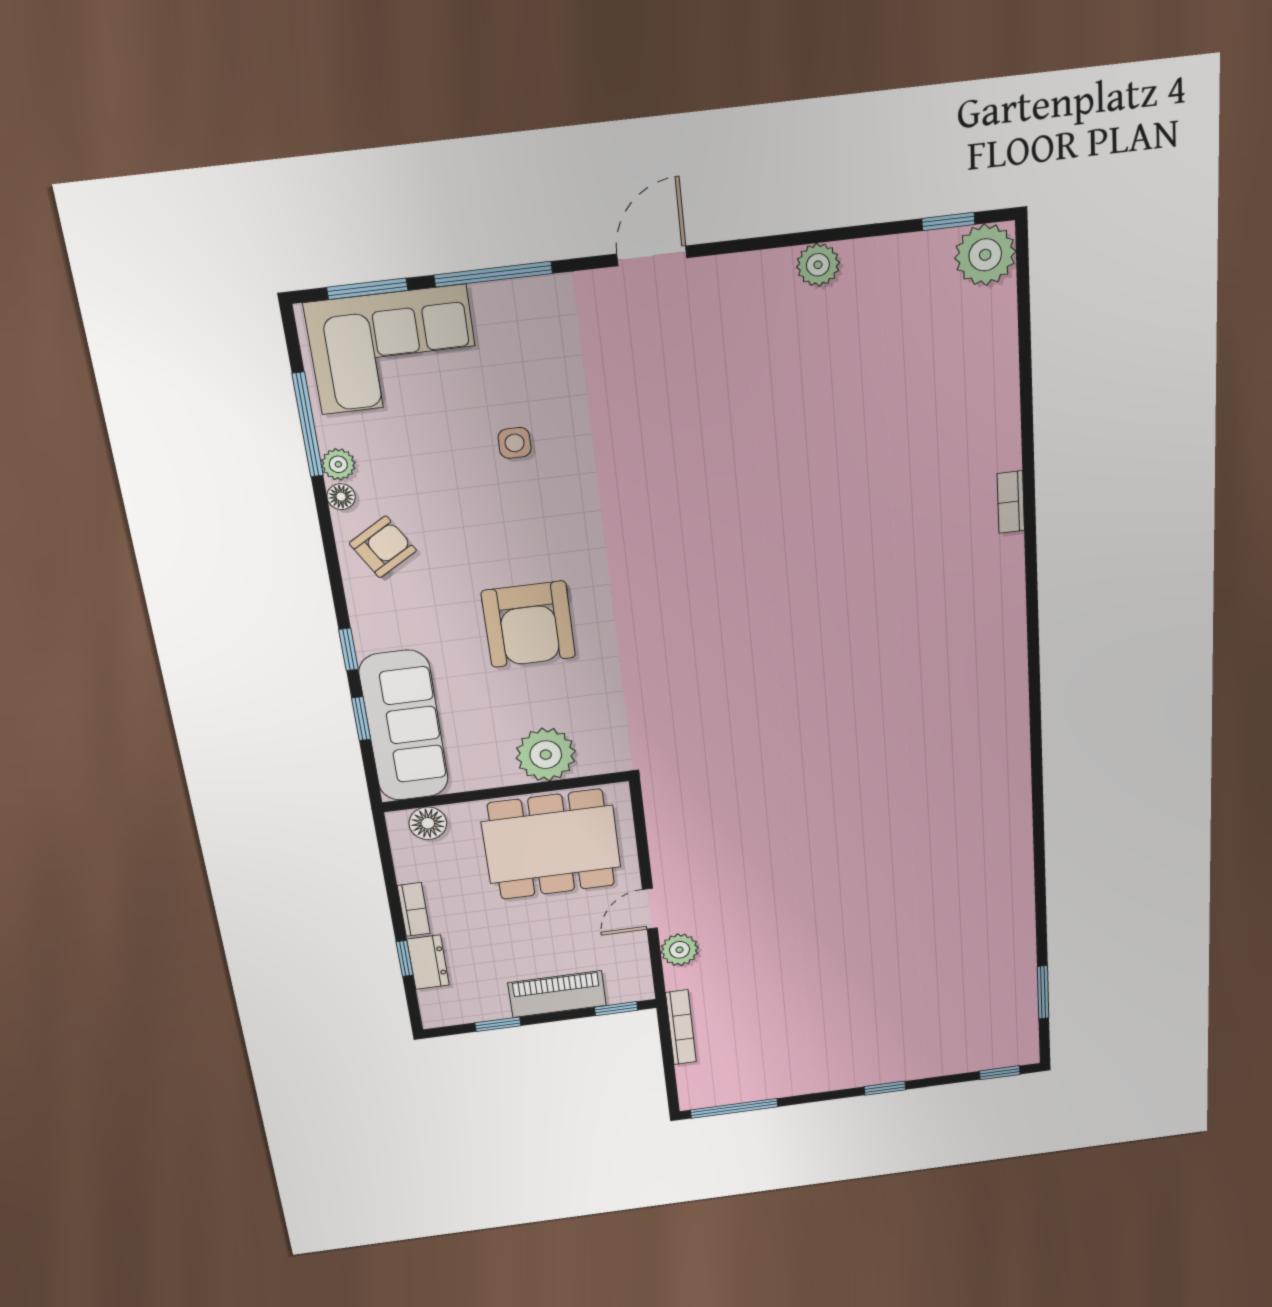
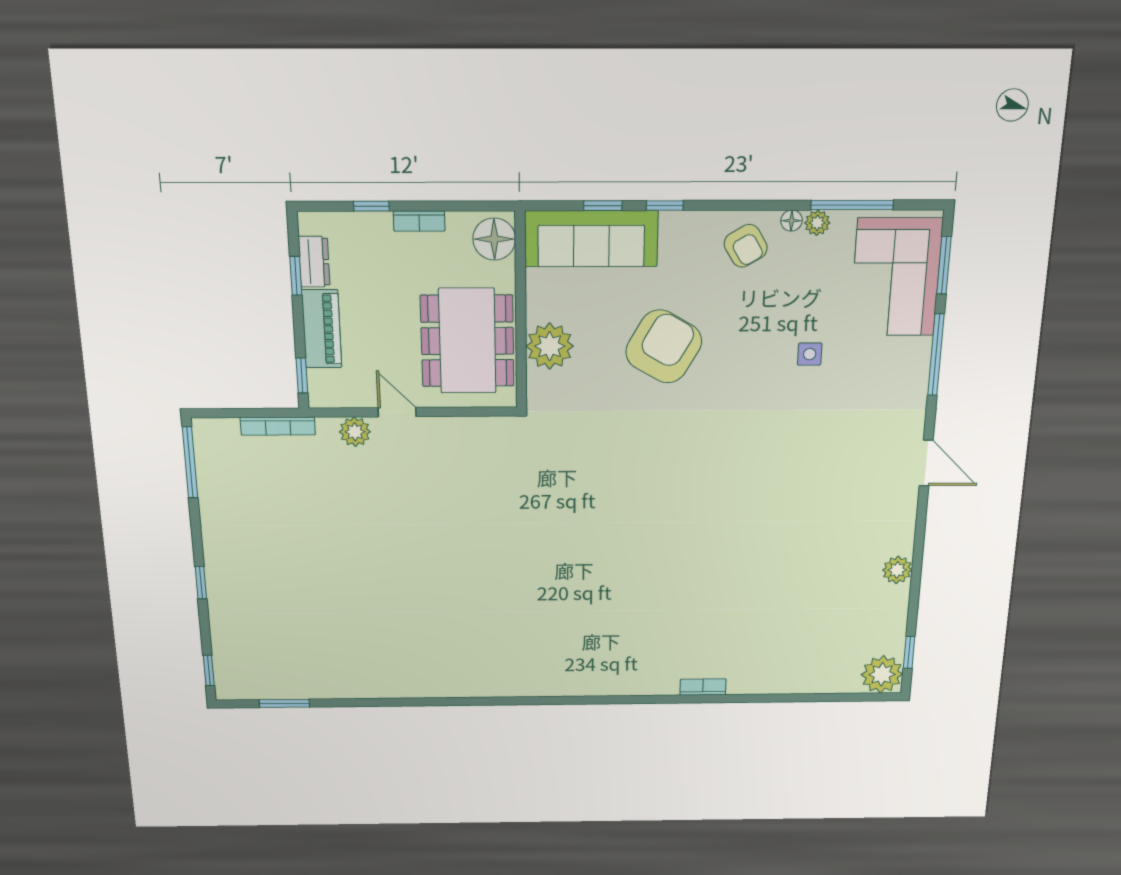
armchair: (529, 624) -> (664, 346), turned 120
floor lamp: (428, 823) -> (494, 239), width x1.38, depth x1.38
dresser: (428, 962) -> (314, 262), moved, turned -90

